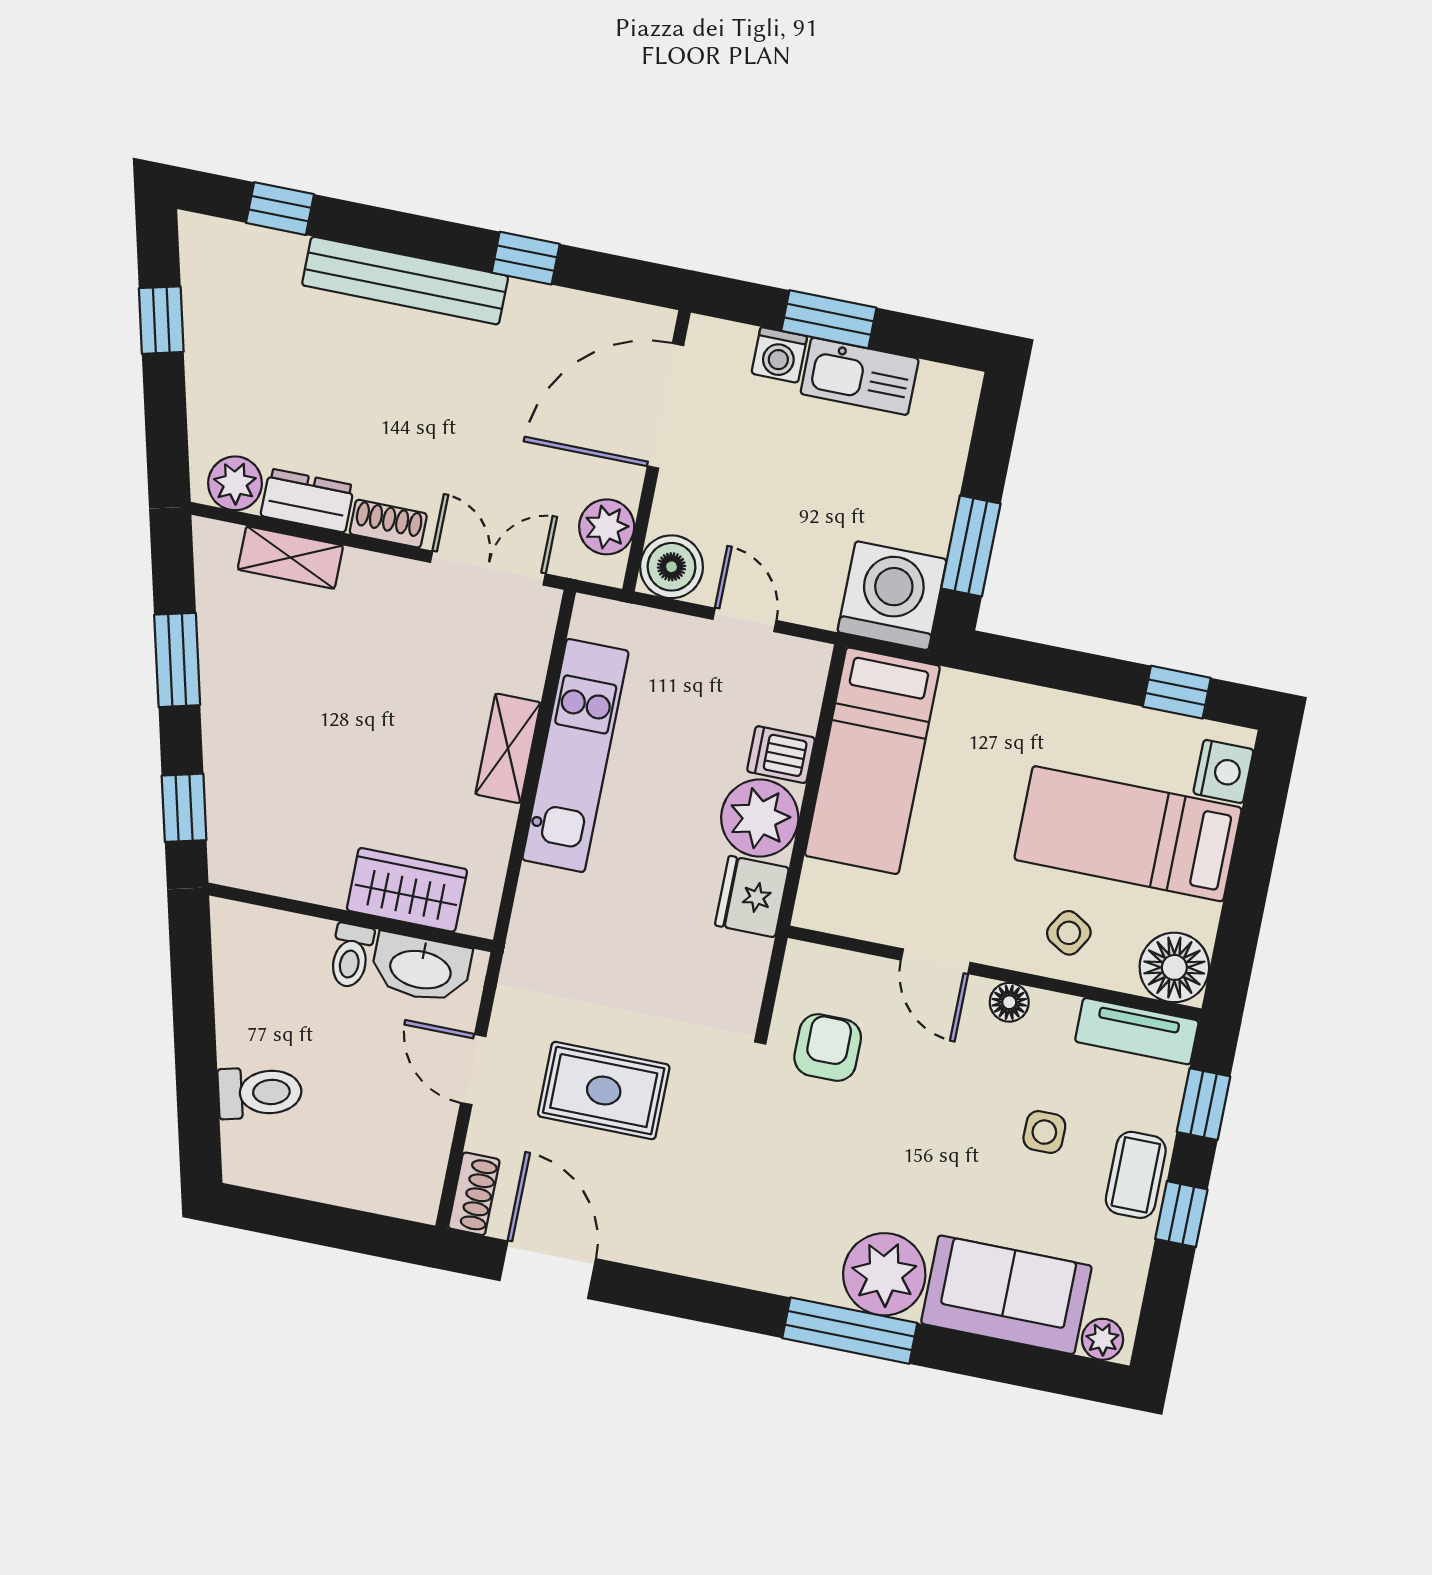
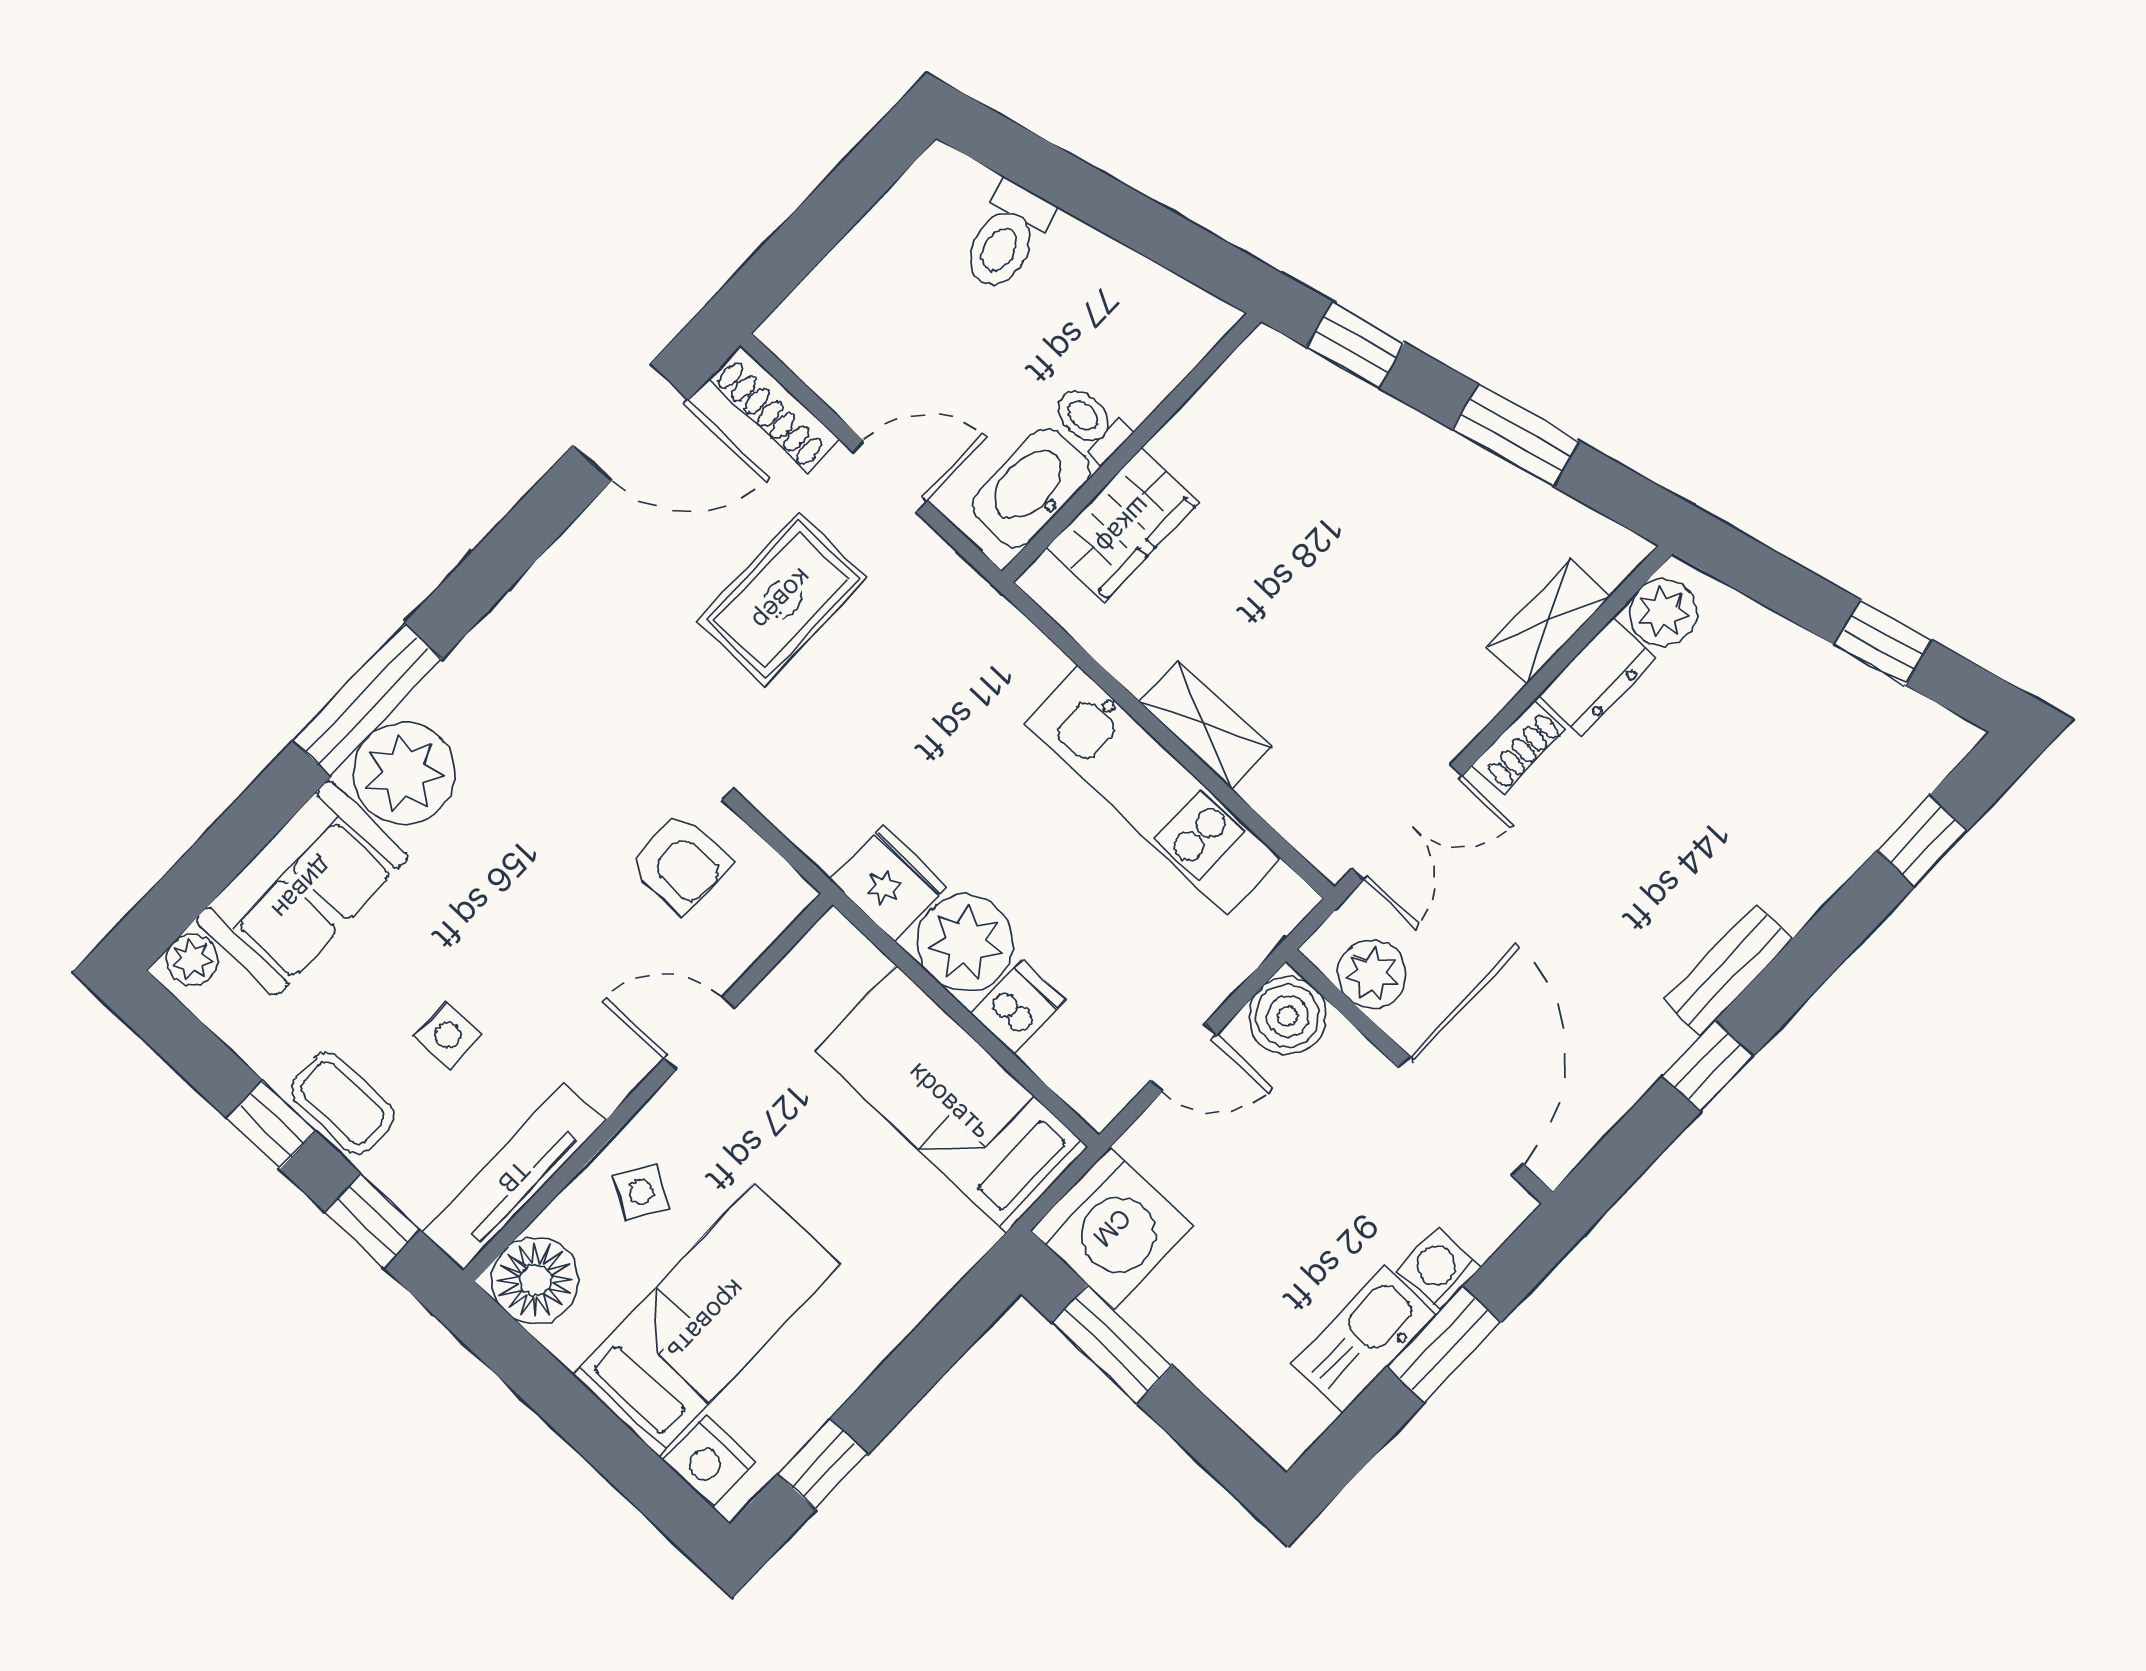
bench: (405, 281) -> (1728, 970), width x0.54, depth x0.82
floor lamp: (1009, 1002) -> (607, 1084), removed
tv unit: (1137, 1031) -> (514, 1177), width x1.41
shoe rack: (474, 1194) -> (774, 409), width x1.43

